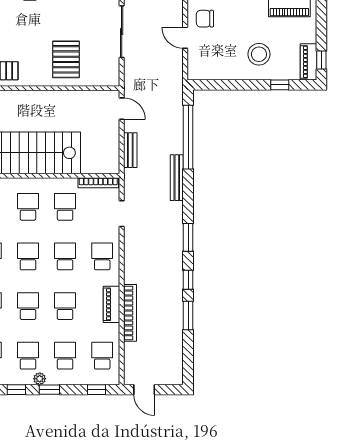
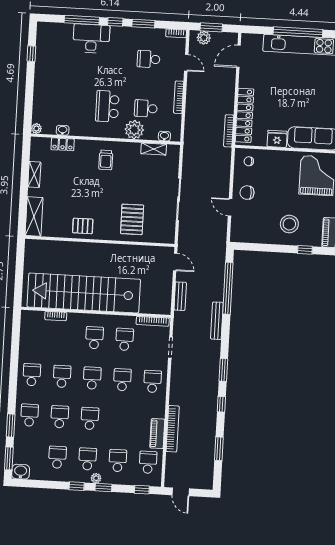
piano: (112, 304) -> (157, 434), moved
school desk: (65, 306) -> (120, 420), removed
window: (188, 315) -> (219, 449), moved

